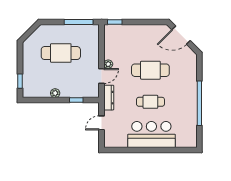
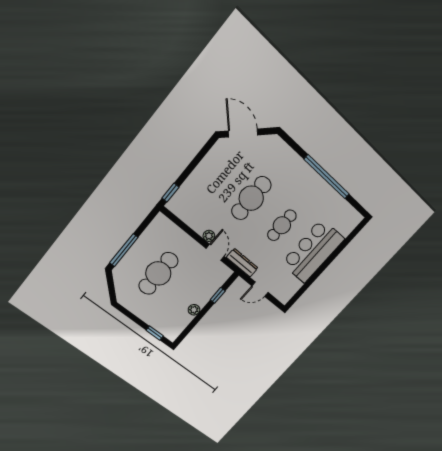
window: (79, 22) -> (124, 250), moved
door: (181, 35) -> (243, 133), swing flipped
door: (102, 123) -> (260, 289), hinge flipped

